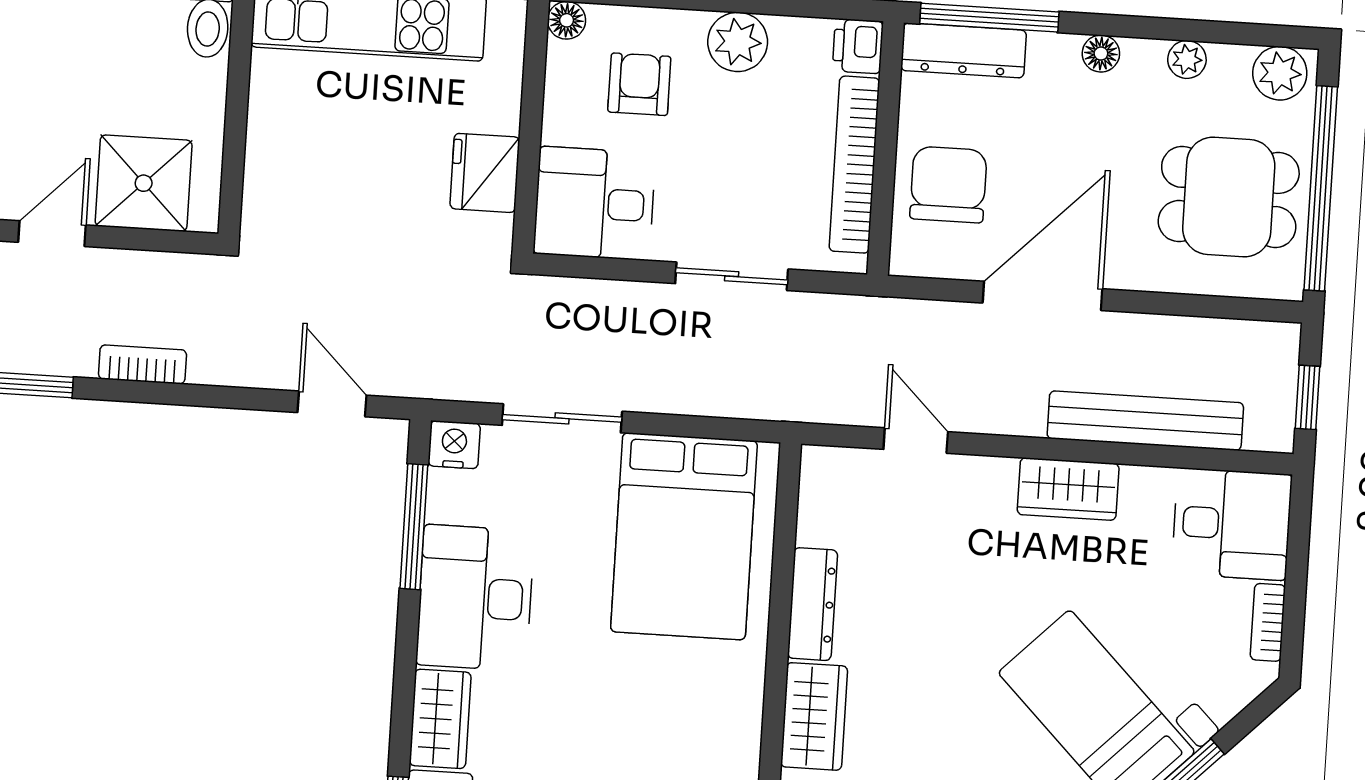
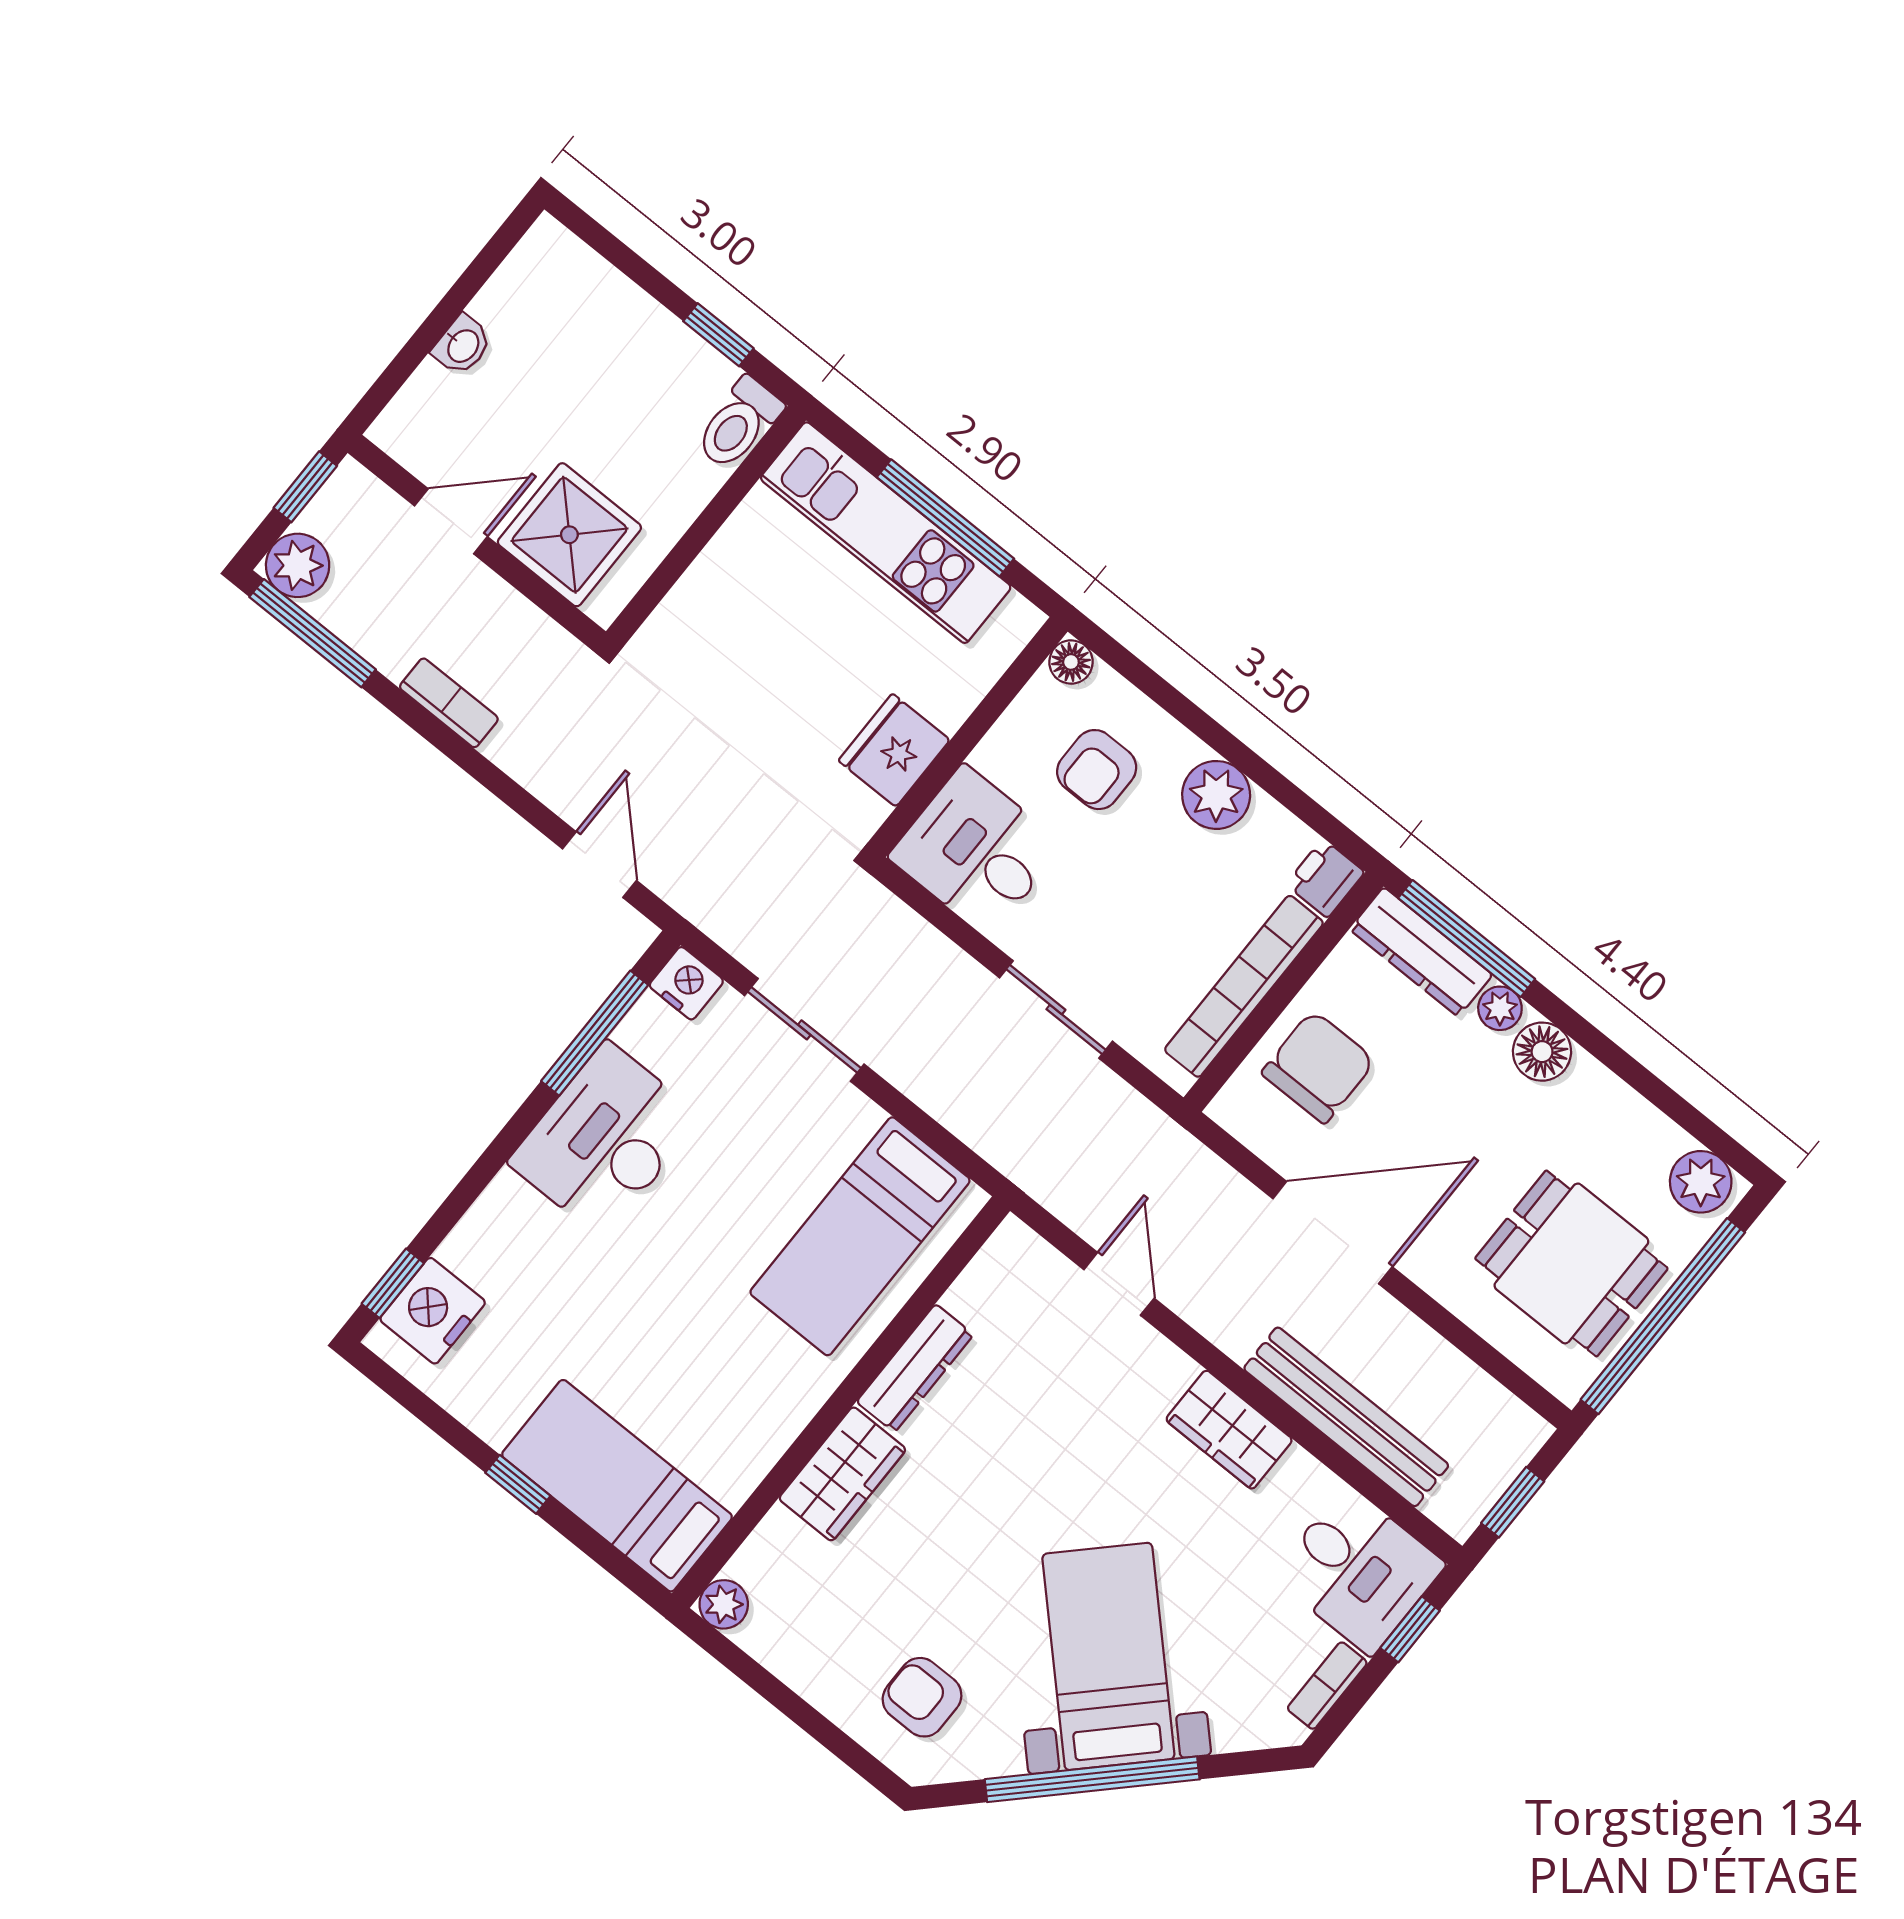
floor lamp: (1101, 54) -> (1542, 1052), width x1.37, depth x1.37
plant: (1187, 59) -> (1500, 1008), moved
armchair: (639, 84) -> (1097, 770), turned 180
bed: (684, 536) -> (860, 1236), width x0.67
window: (1299, 540) -> (1410, 1629), added
wardrobe: (440, 719) -> (492, 1229), removed

